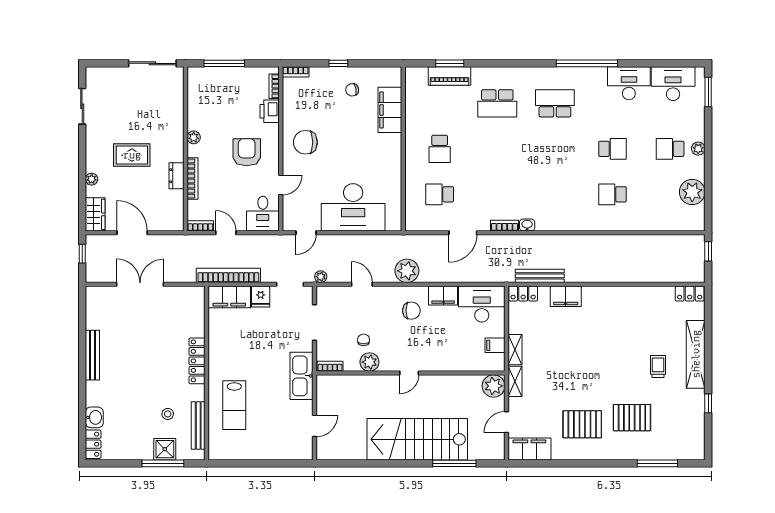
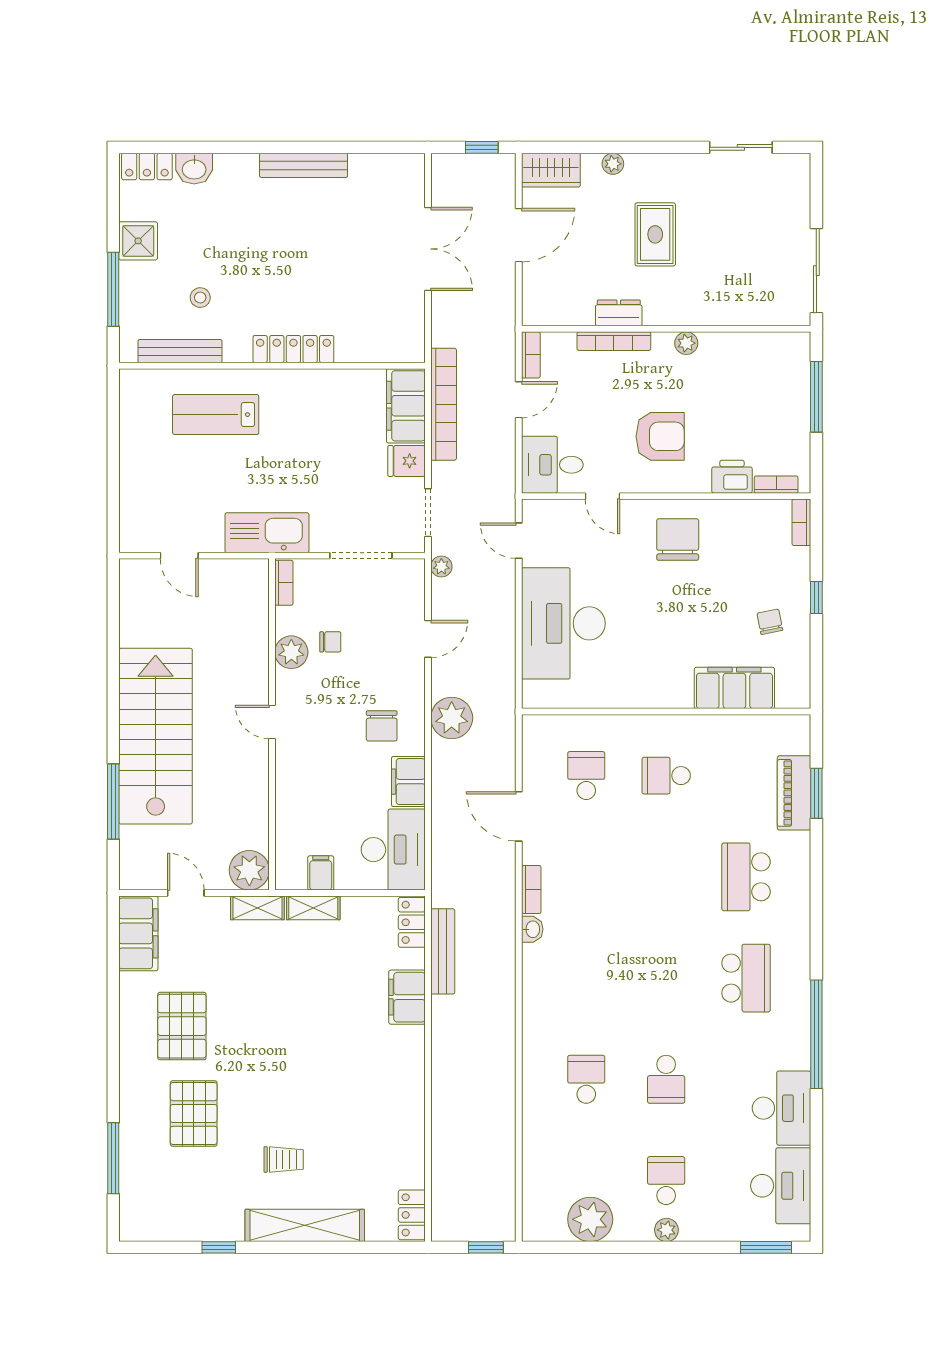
shower: (165, 449) -> (138, 241), moved

